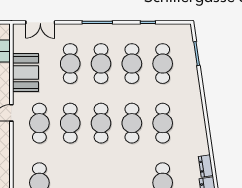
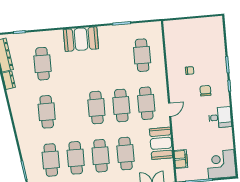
cafe table: (132, 123) -> (72, 110), removed

